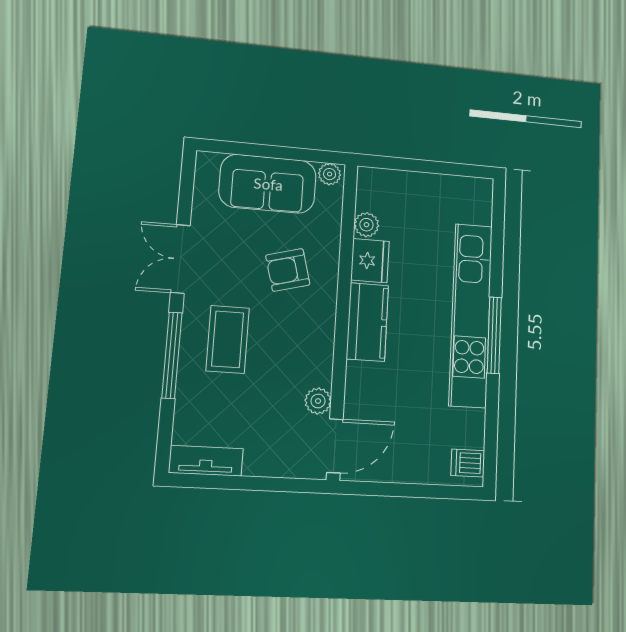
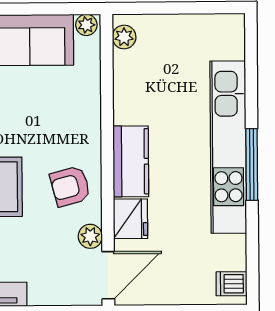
plant: (366, 225) -> (124, 37), moved
fridge: (370, 261) -> (130, 219), moved
armchair: (288, 270) -> (70, 186), moved

